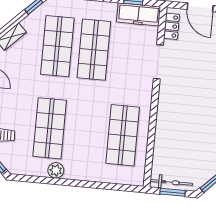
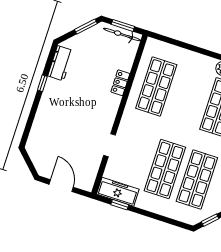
locker: (172, 26) -> (120, 83), moved
doorway: (158, 62) -> (110, 145), width x0.73

